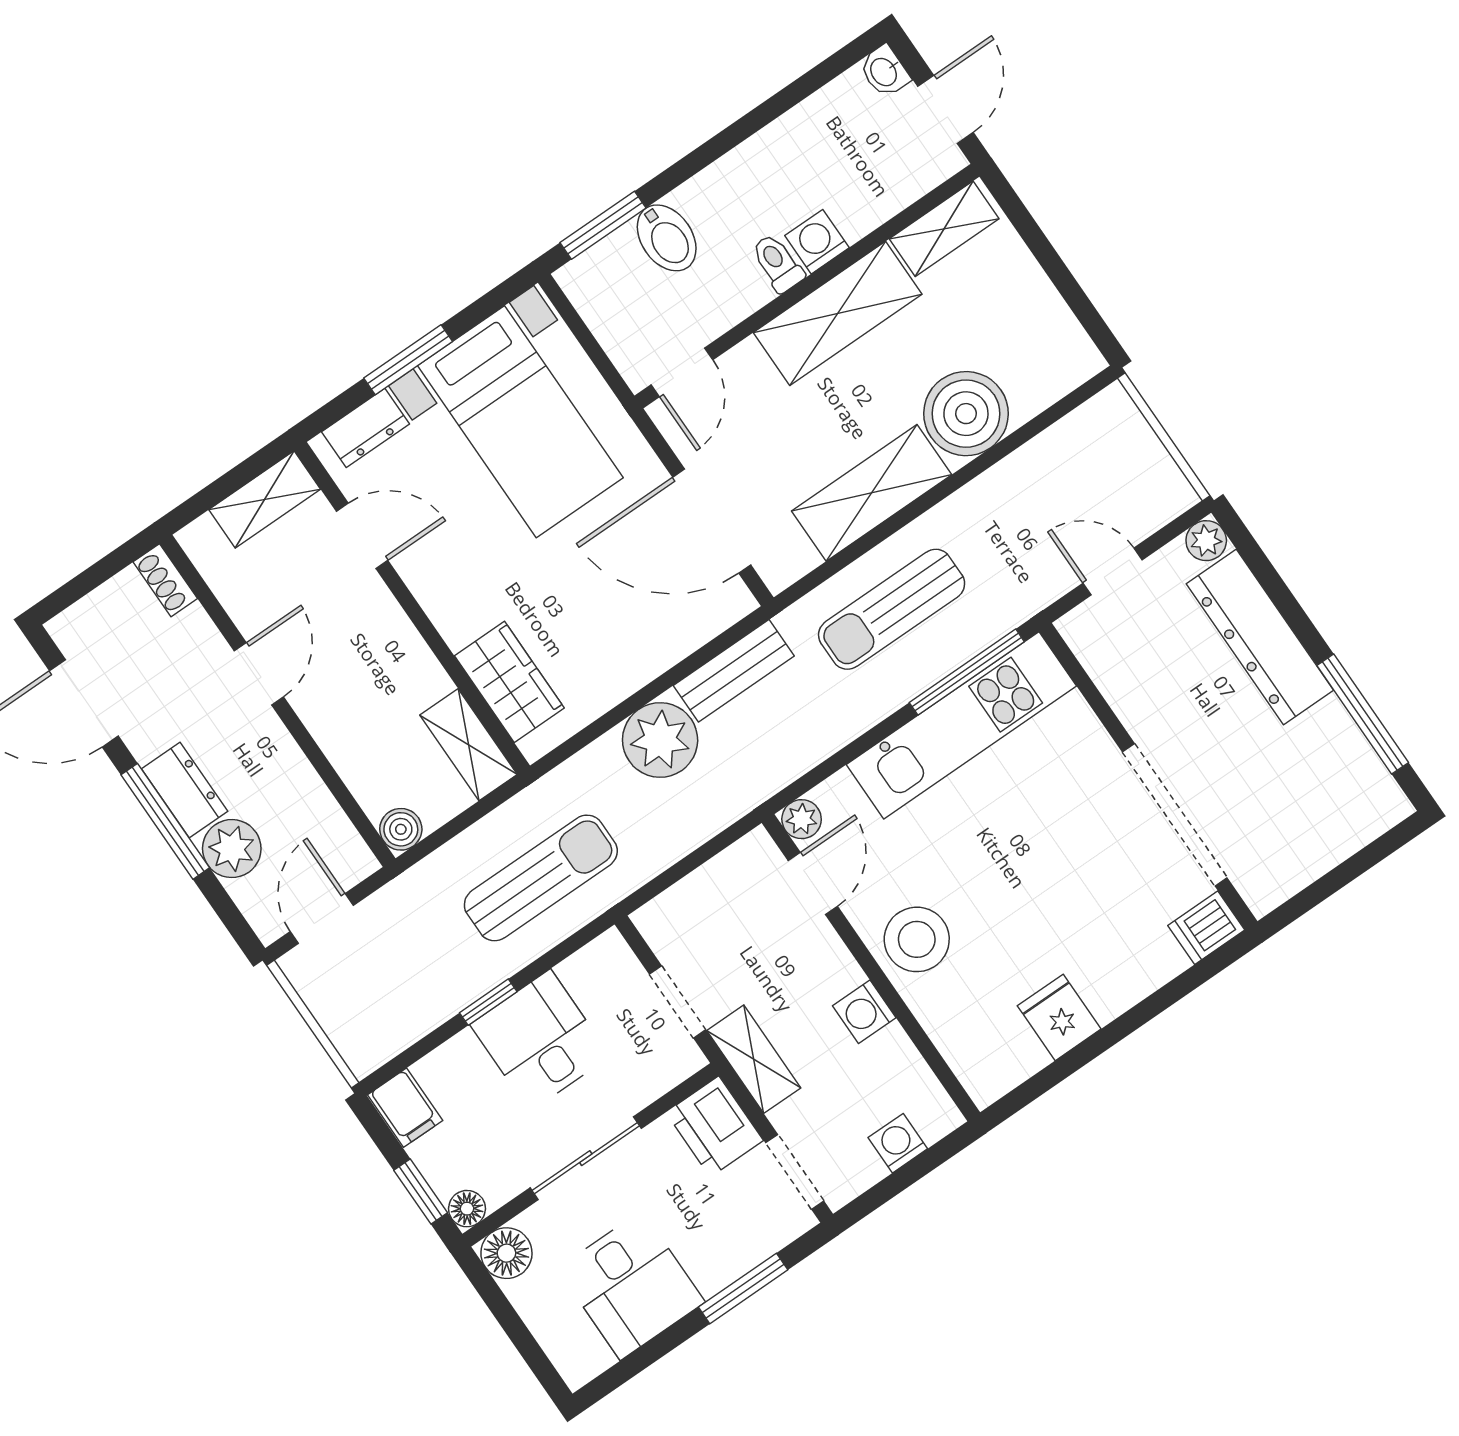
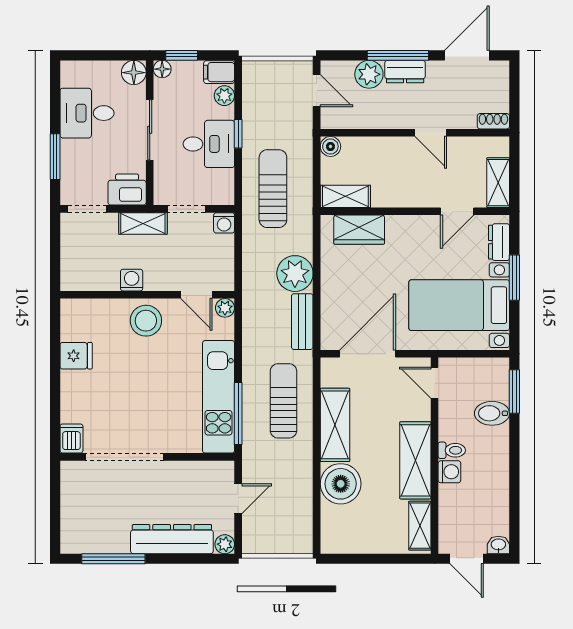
sun lounger: (541, 878) -> (273, 189), turned 180
plant: (439, 1071) -> (224, 96), added
washing machine: (898, 1143) -> (224, 223), moved, turned 90

